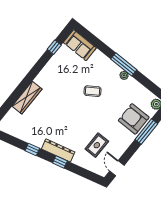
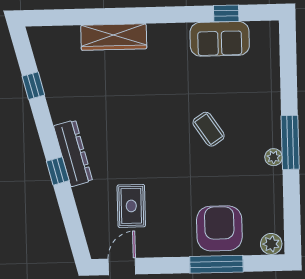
sofa: (80, 45) -> (220, 39), moved, turned -90
rug: (97, 145) -> (131, 206), turned 90
window: (32, 149) -> (33, 86), moved

